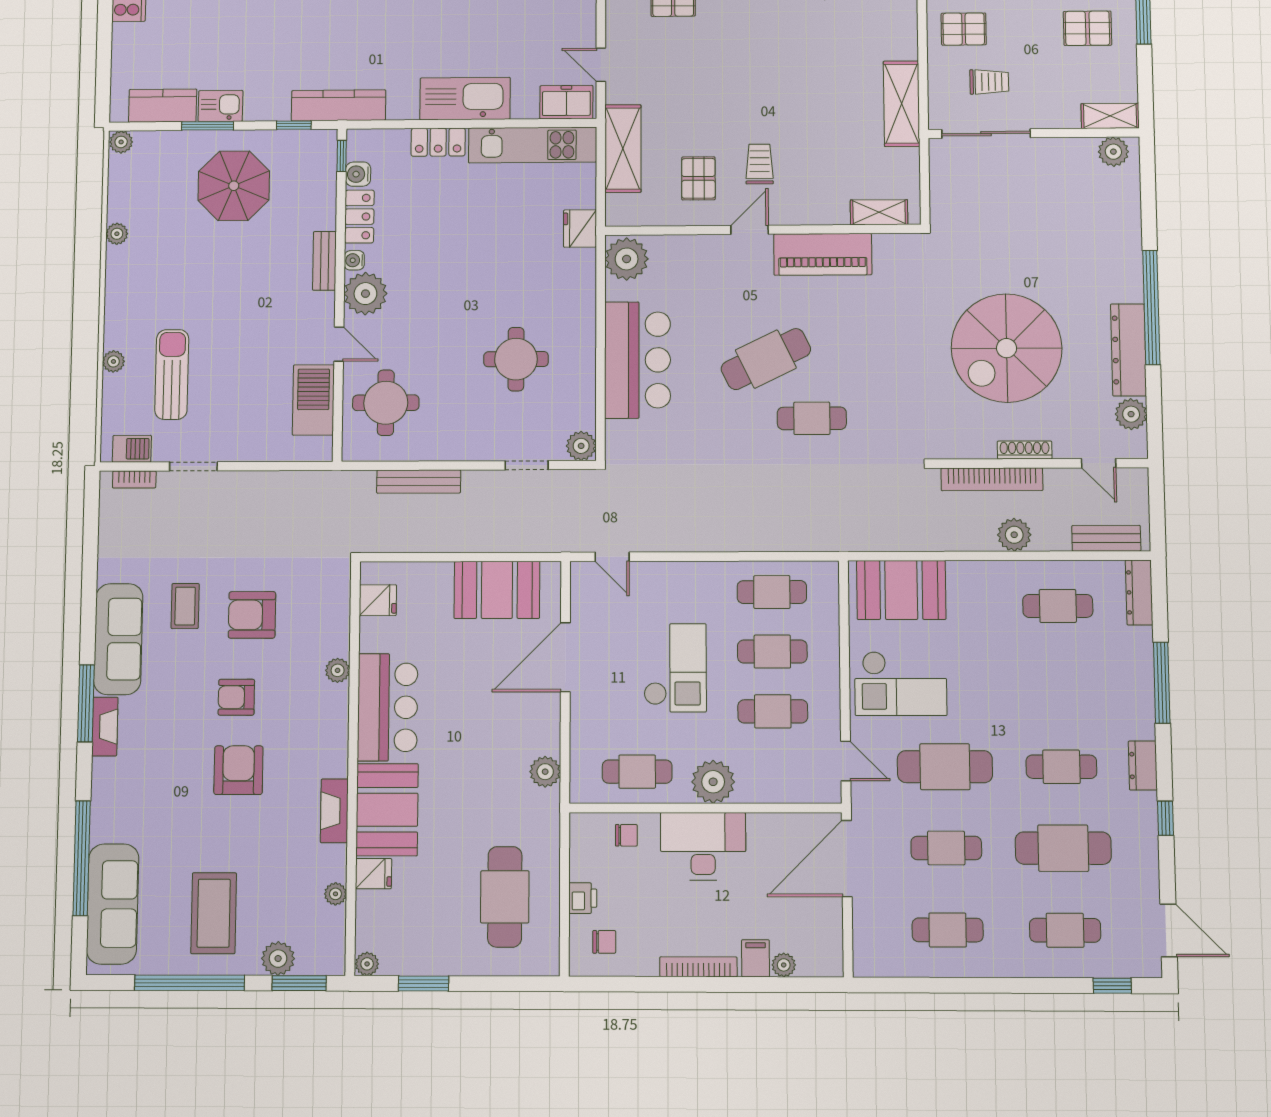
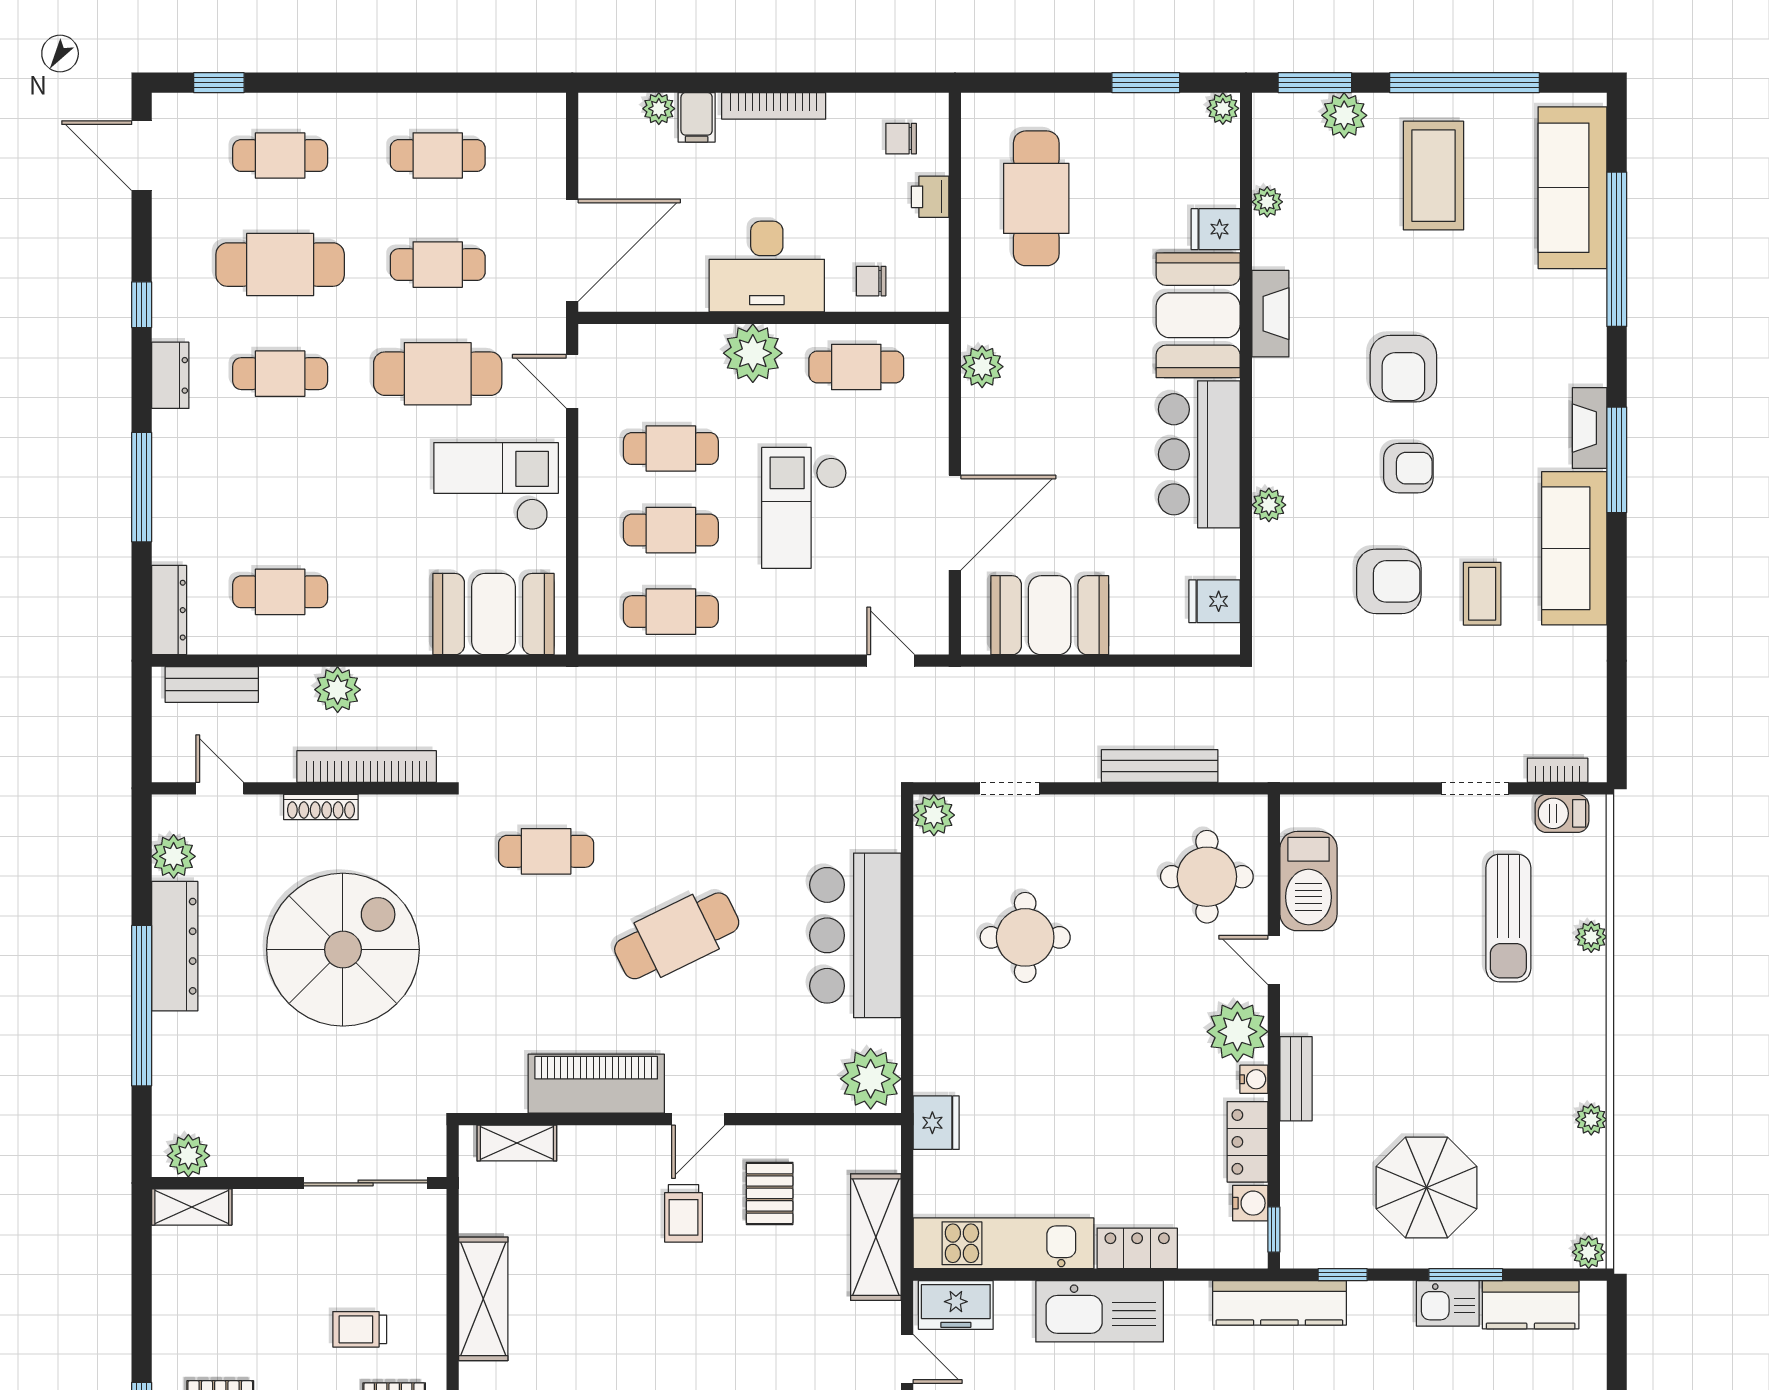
shelving: (1110, 116) -> (192, 1207), moved
wall: (1034, 133) -> (299, 1183), moved
sliding door: (986, 134) -> (366, 1183), moved
plant: (1113, 152) -> (188, 1156), moved
cafe table: (812, 418) -> (546, 851), moved

